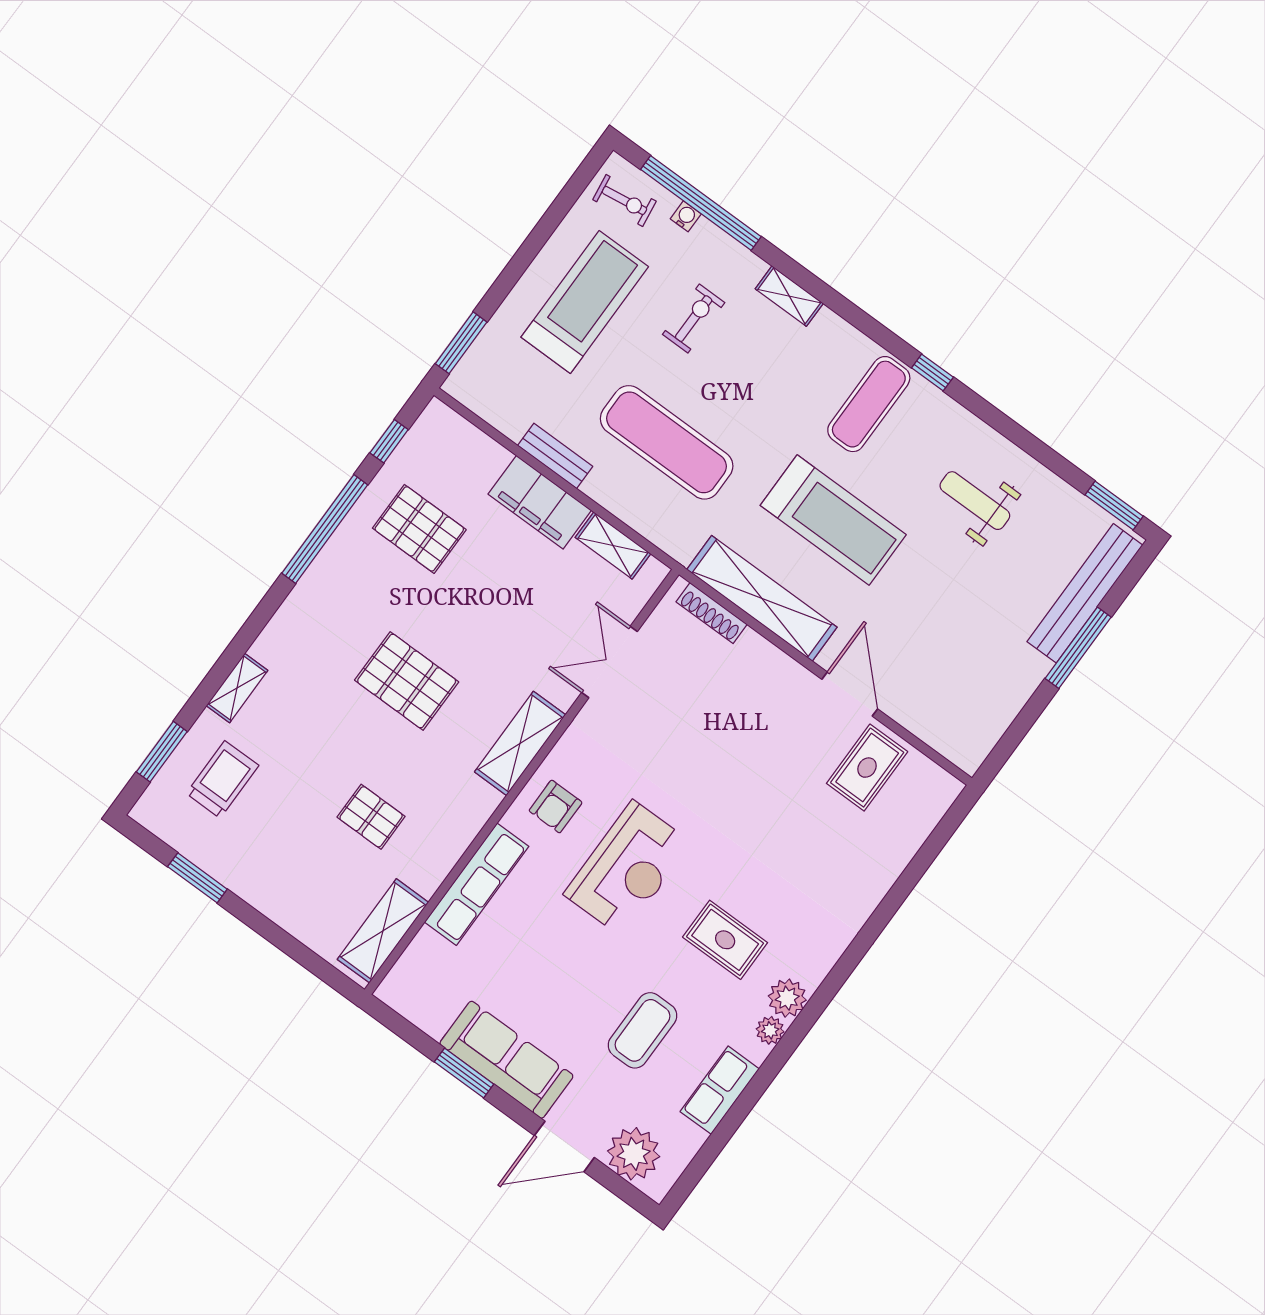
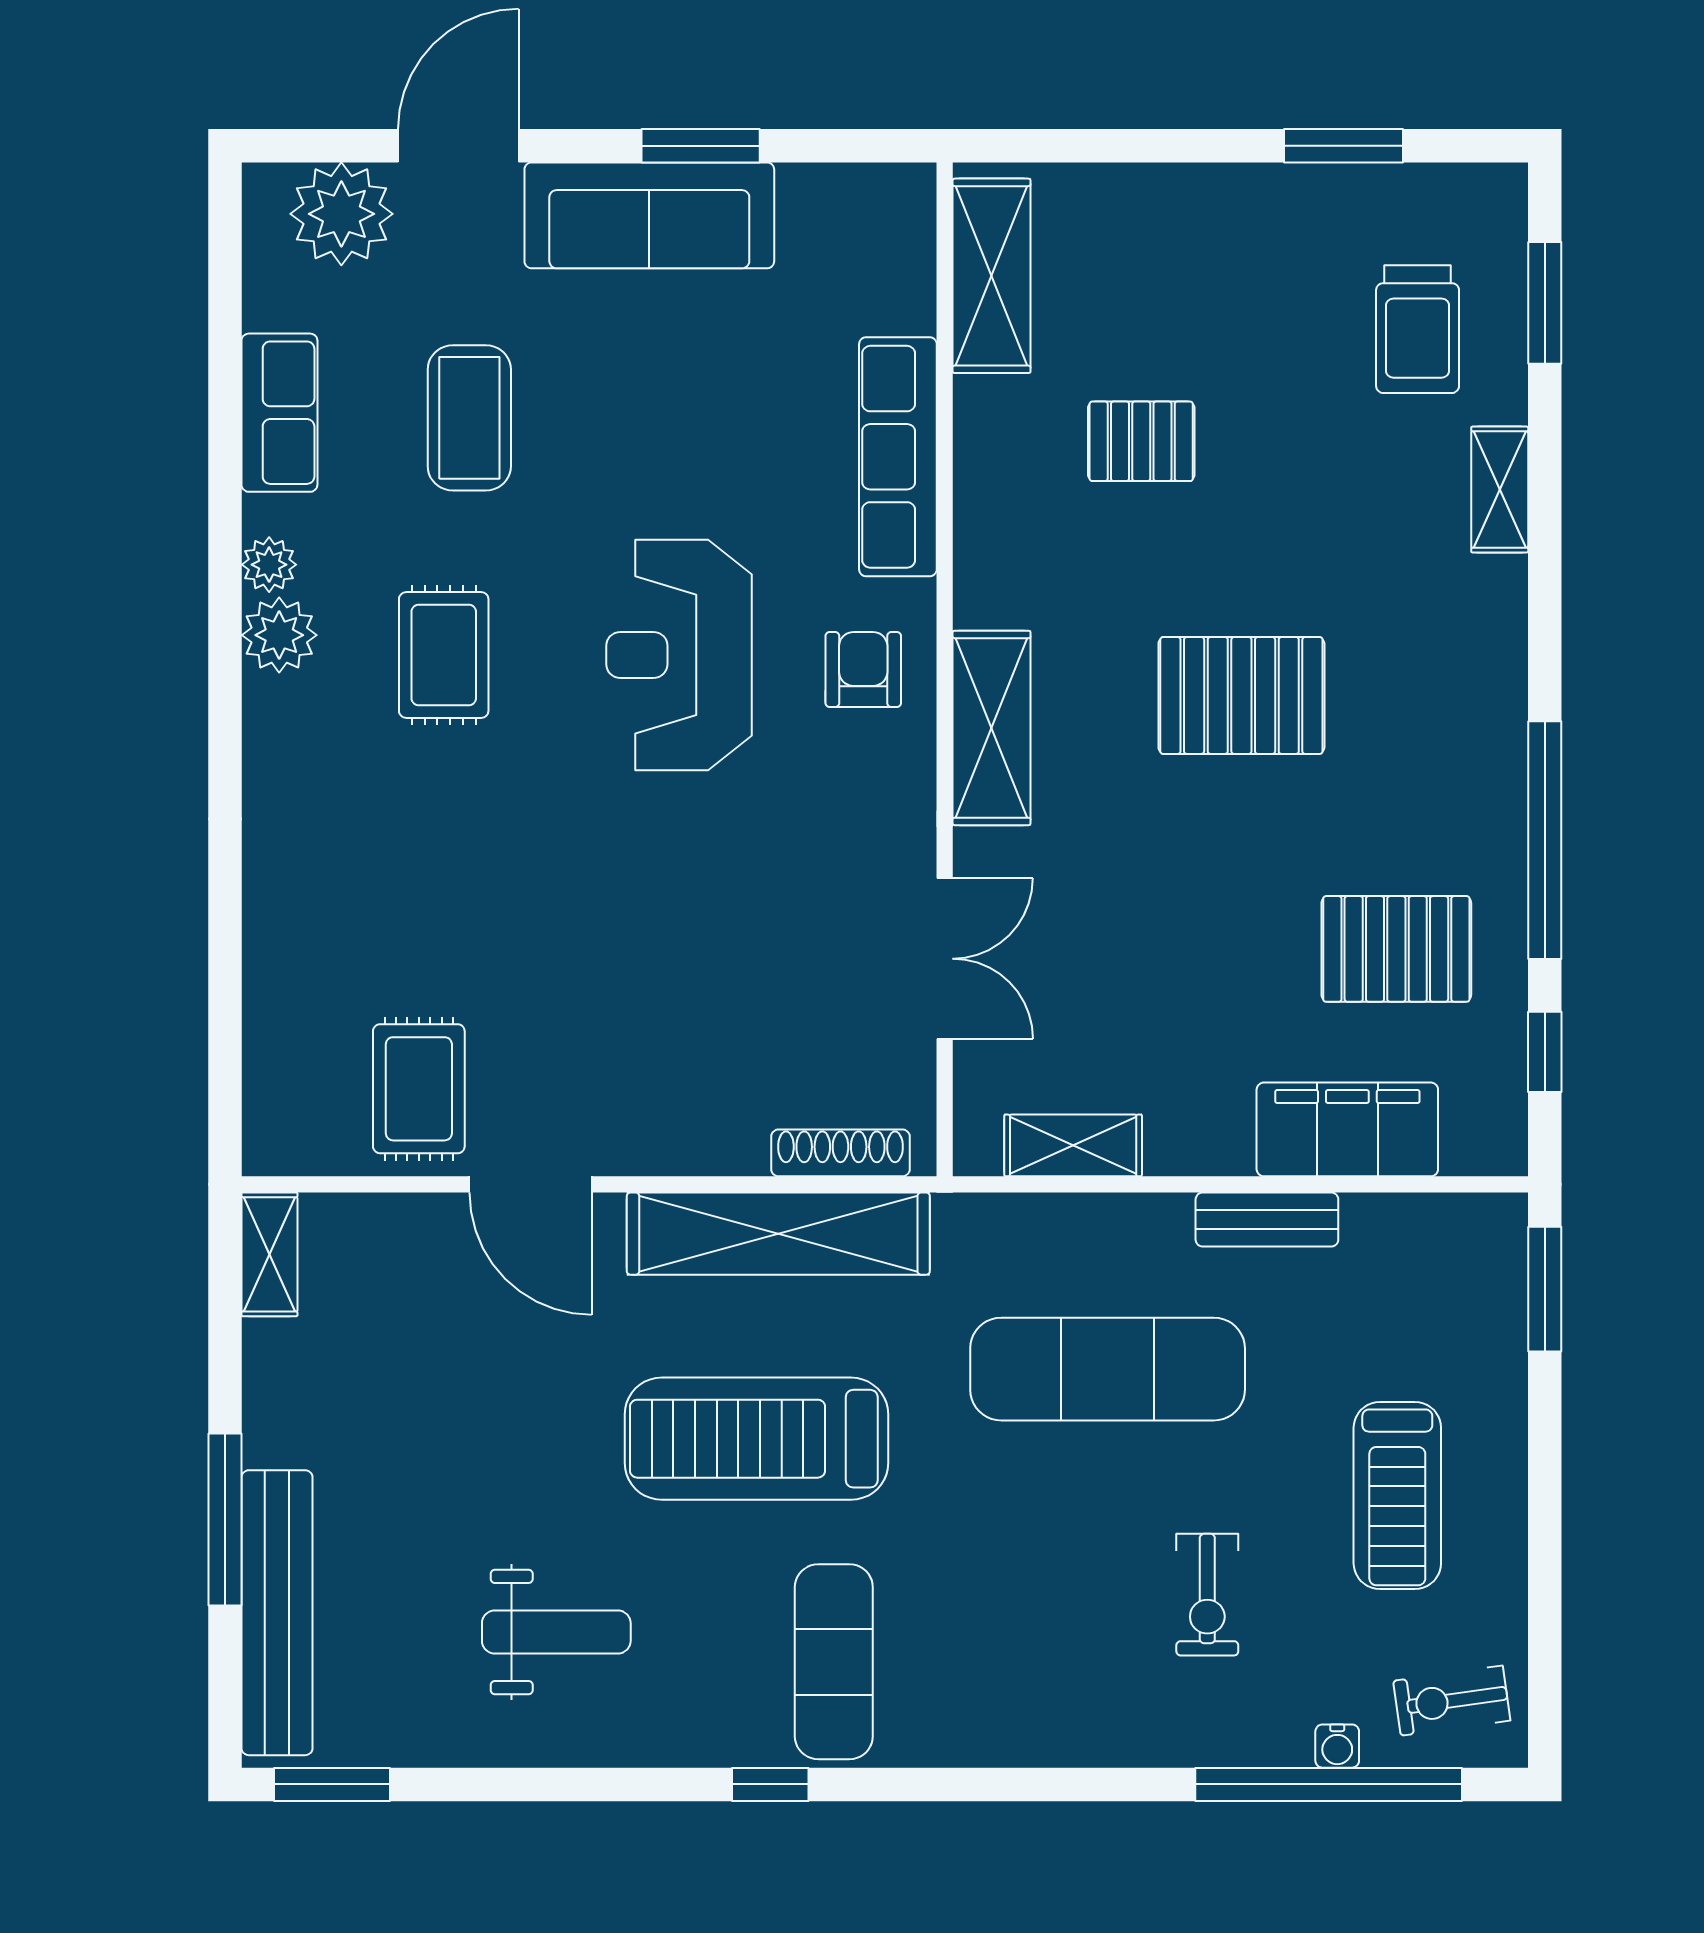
shelving: (789, 296) -> (269, 1254), moved, turned 90
treadmill: (585, 302) -> (1397, 1496), width x0.73, depth x0.73
filing cabinet: (540, 502) -> (1347, 1129), moved
rug: (725, 940) -> (444, 655), turned 90

